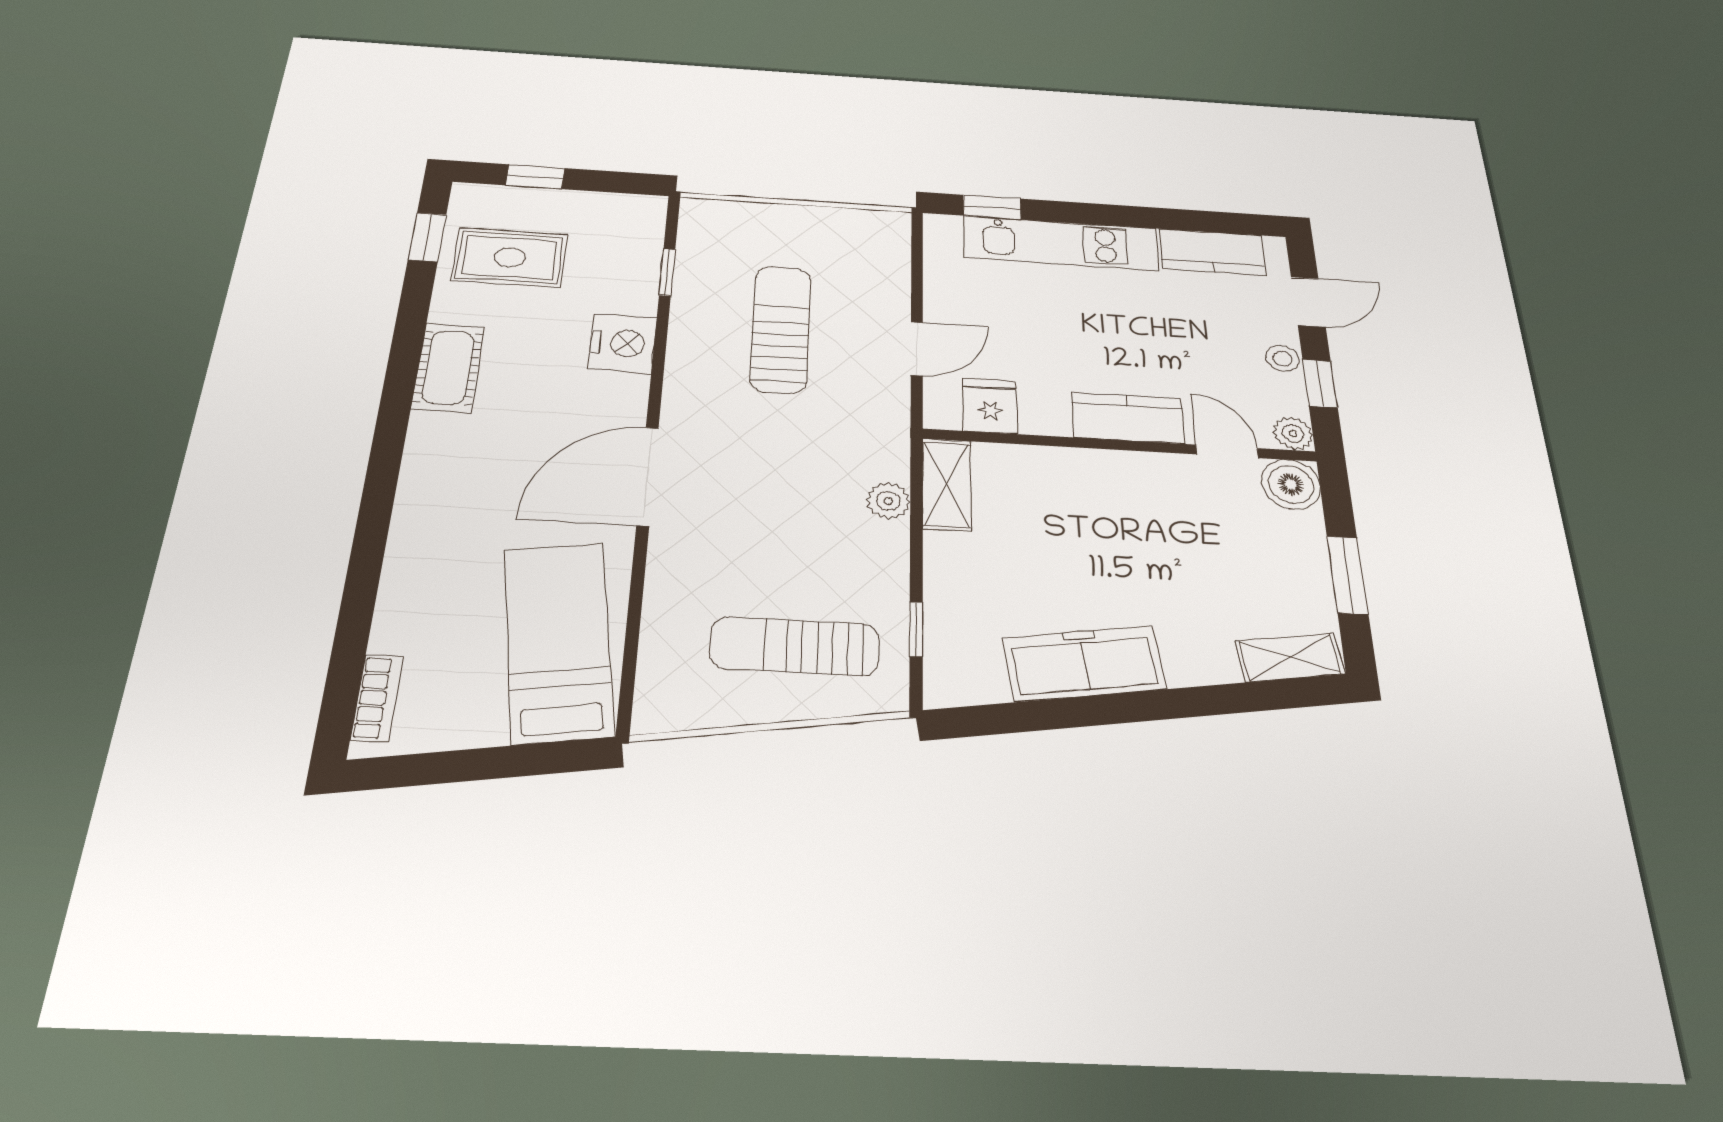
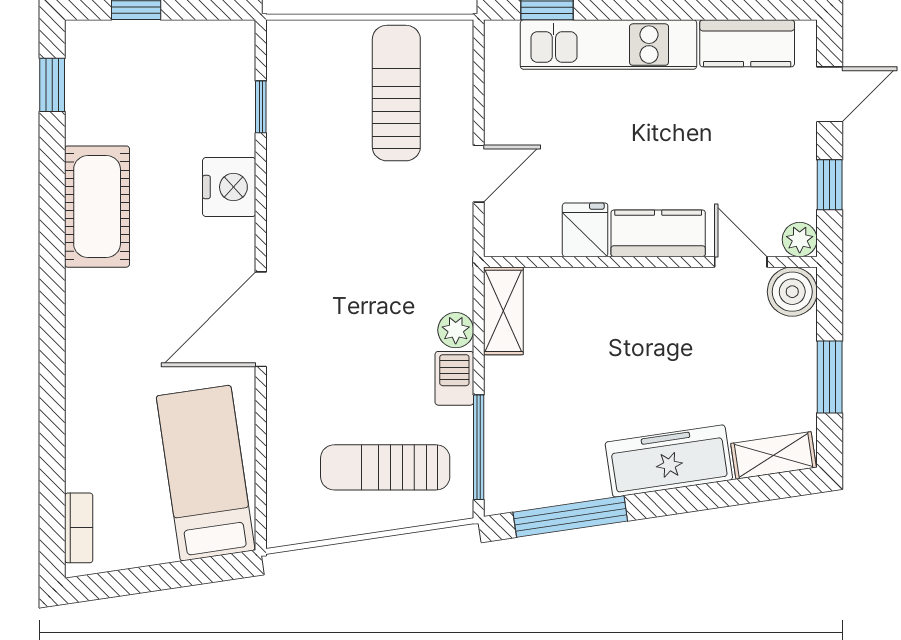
rug: (510, 257) -> (125, 102), removed
sun lounger: (781, 329) -> (396, 93), moved
stool: (1282, 359) -> (799, 160), removed
cot: (448, 367) -> (97, 207), width x1.37, depth x1.34
fridge: (990, 406) -> (585, 230), moved
barbecue: (886, 552) -> (454, 378), added
window: (916, 629) -> (479, 447), width x2.17
freezer: (1084, 663) -> (669, 461), moved
window: (1036, 716) -> (570, 517), added

